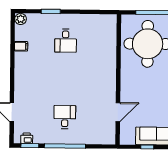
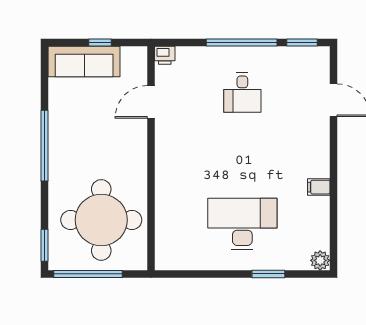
desk: (66, 41) -> (242, 224), width x1.87, depth x1.30
filing cabinet: (21, 46) -> (319, 187), moved
printer: (27, 138) -> (165, 55), moved

